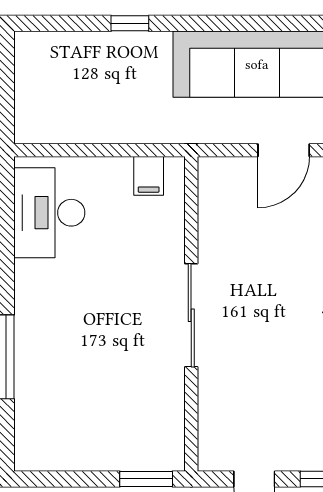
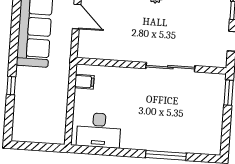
sliding door: (191, 315) -> (170, 67), moved

